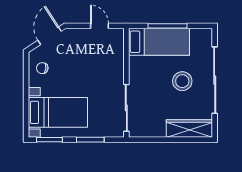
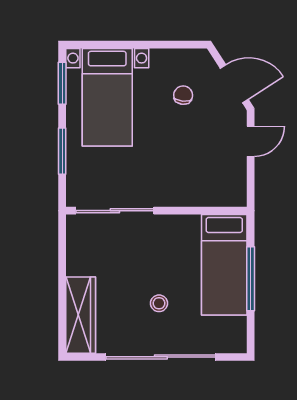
door: (99, 26) -> (251, 141), moved
chair: (42, 68) -> (183, 95), moved
stool: (182, 81) -> (159, 303), width x0.53, depth x0.53

